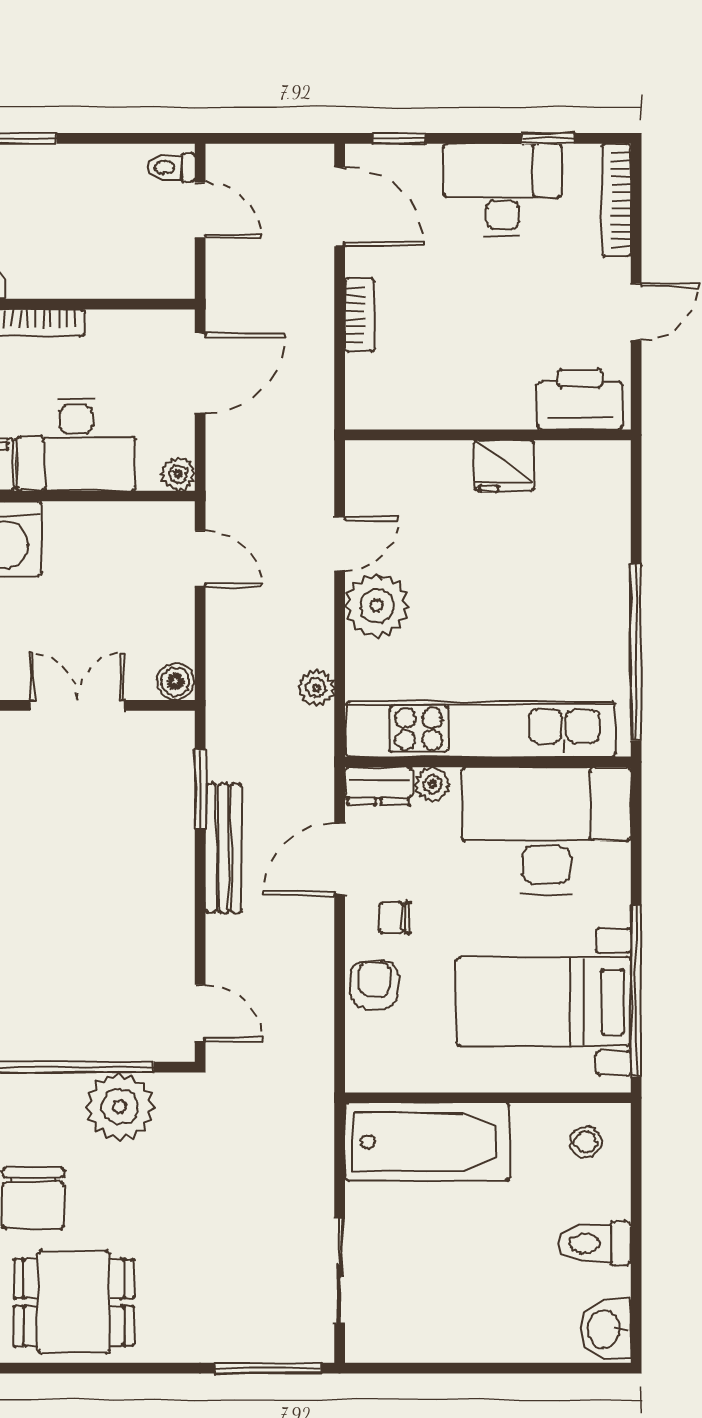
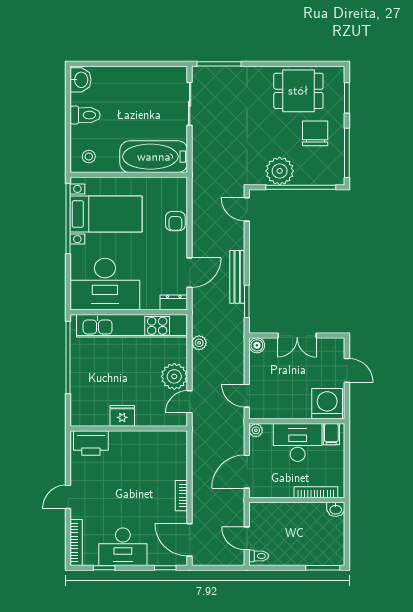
printer: (580, 399) -> (91, 443), moved
wall: (488, 435) -> (129, 428), moved
fridge: (504, 466) -> (122, 416), moved
plant: (432, 784) -> (152, 303), removed
chair: (395, 918) -> (167, 249), removed

